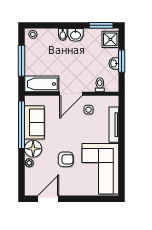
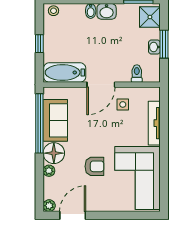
window: (22, 61) -> (39, 44), width x0.46
plant: (29, 191) -> (49, 206), added

